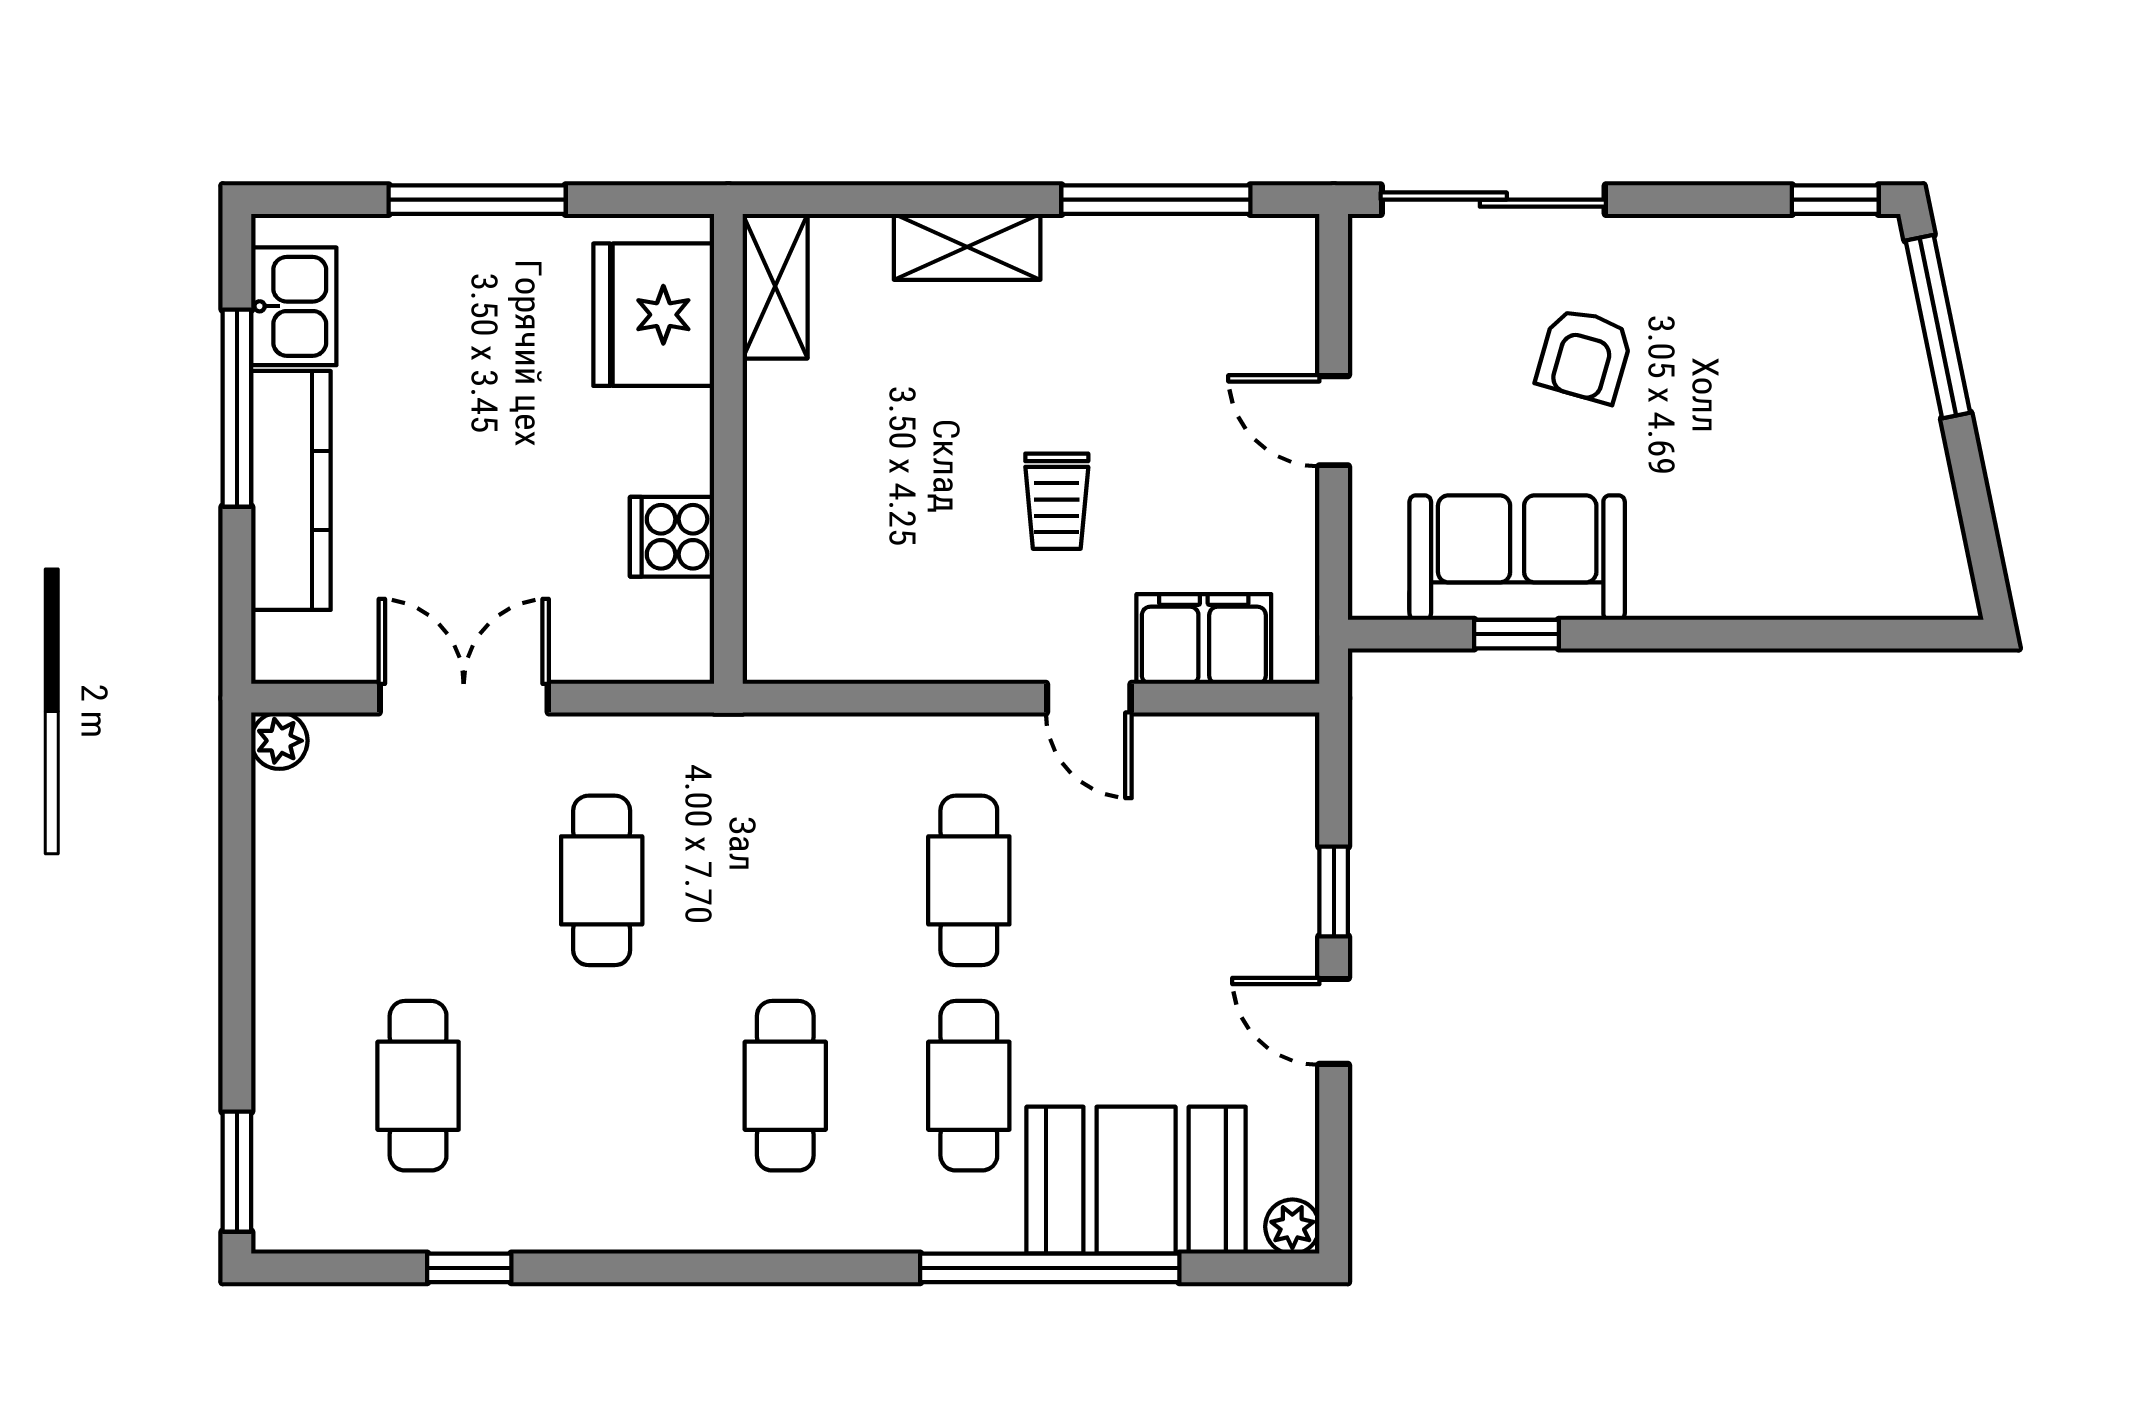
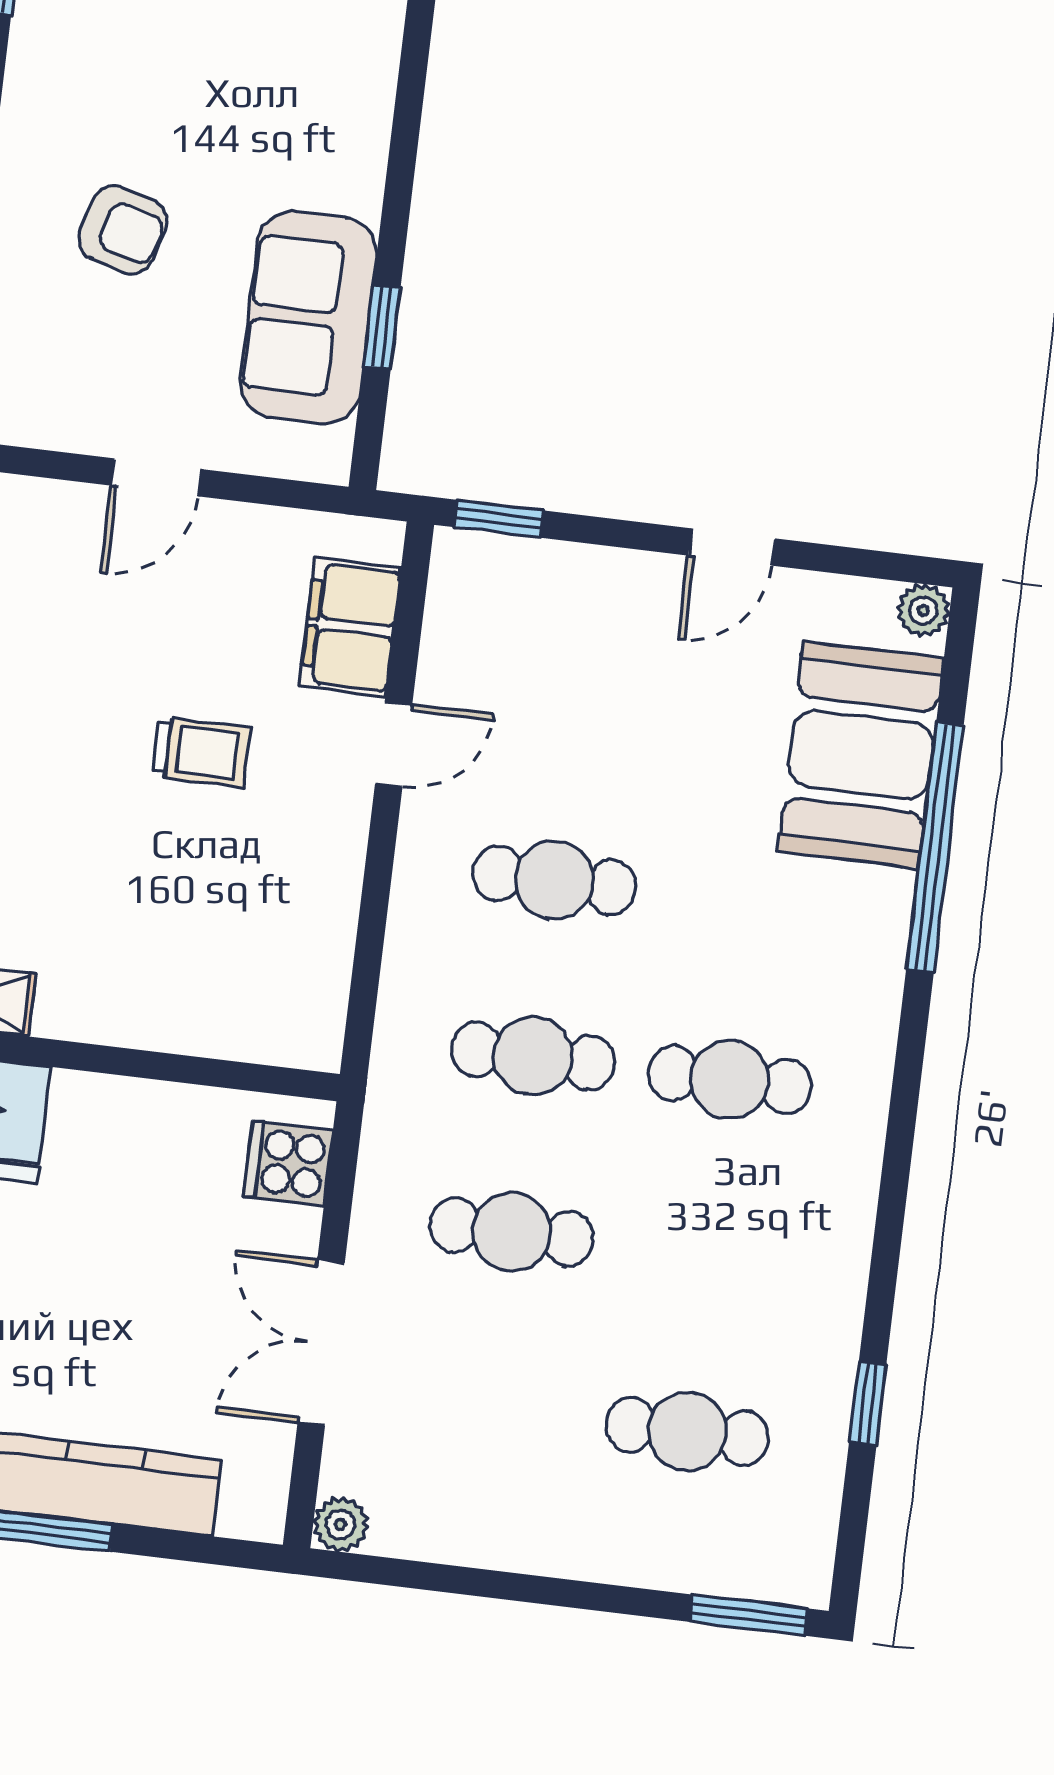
cooker: (672, 537) -> (288, 1163), moved, turned 90
window: (1334, 891) -> (498, 519), moved
cafe table: (969, 1086) -> (533, 1056), moved

